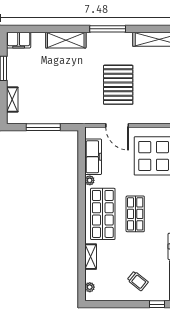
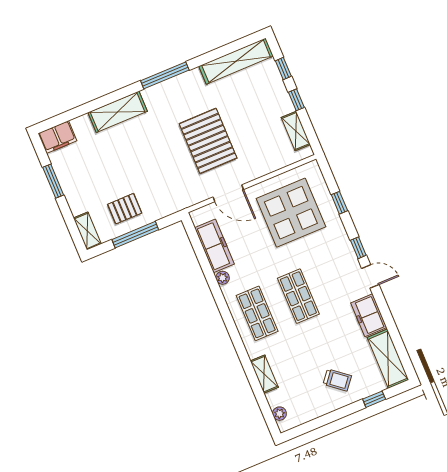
shelving: (12, 100) -> (87, 231), moved
pallet: (43, 107) -> (125, 209), added
shop shelf: (103, 214) -> (257, 313), width x0.70, depth x0.74

